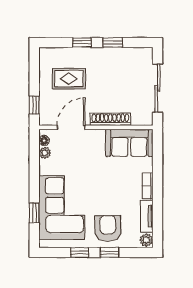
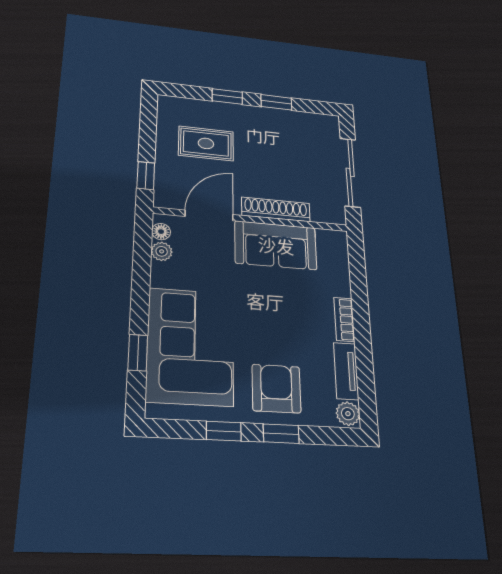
sofa: (129, 143) -> (276, 245), moved

